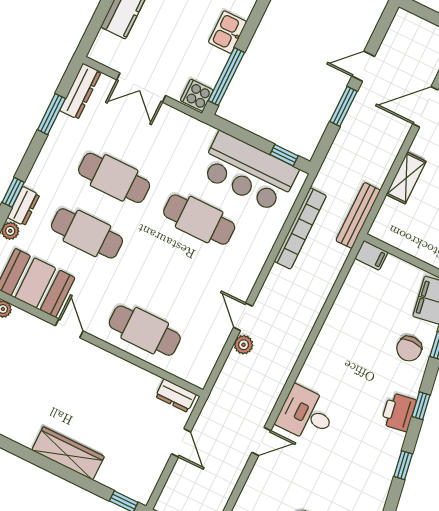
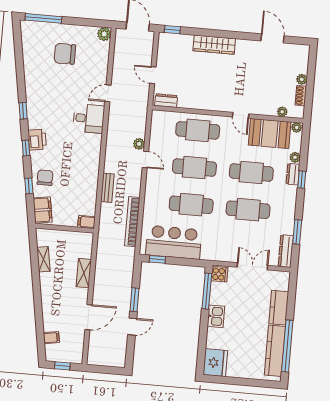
bench: (358, 215) -> (107, 188), moved, width x0.73
cafe table: (172, 275) -> (194, 168), added

